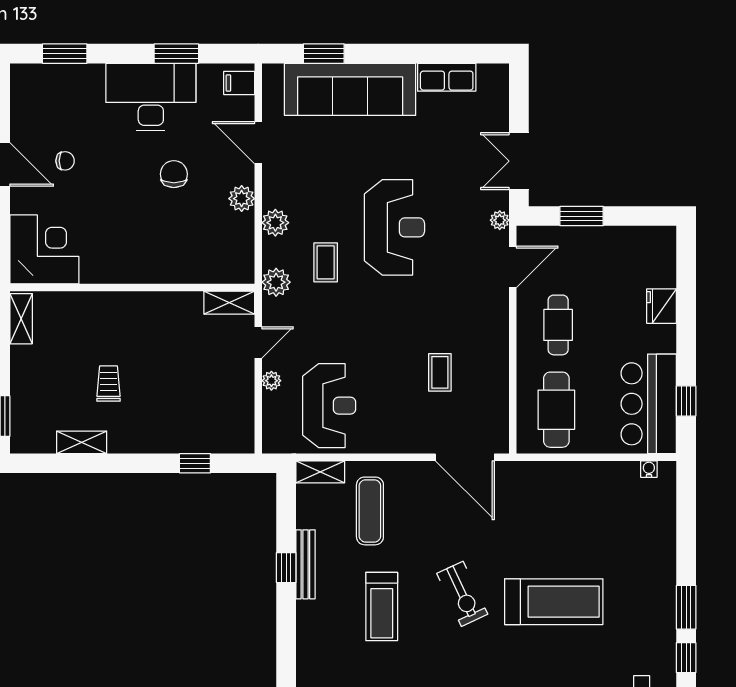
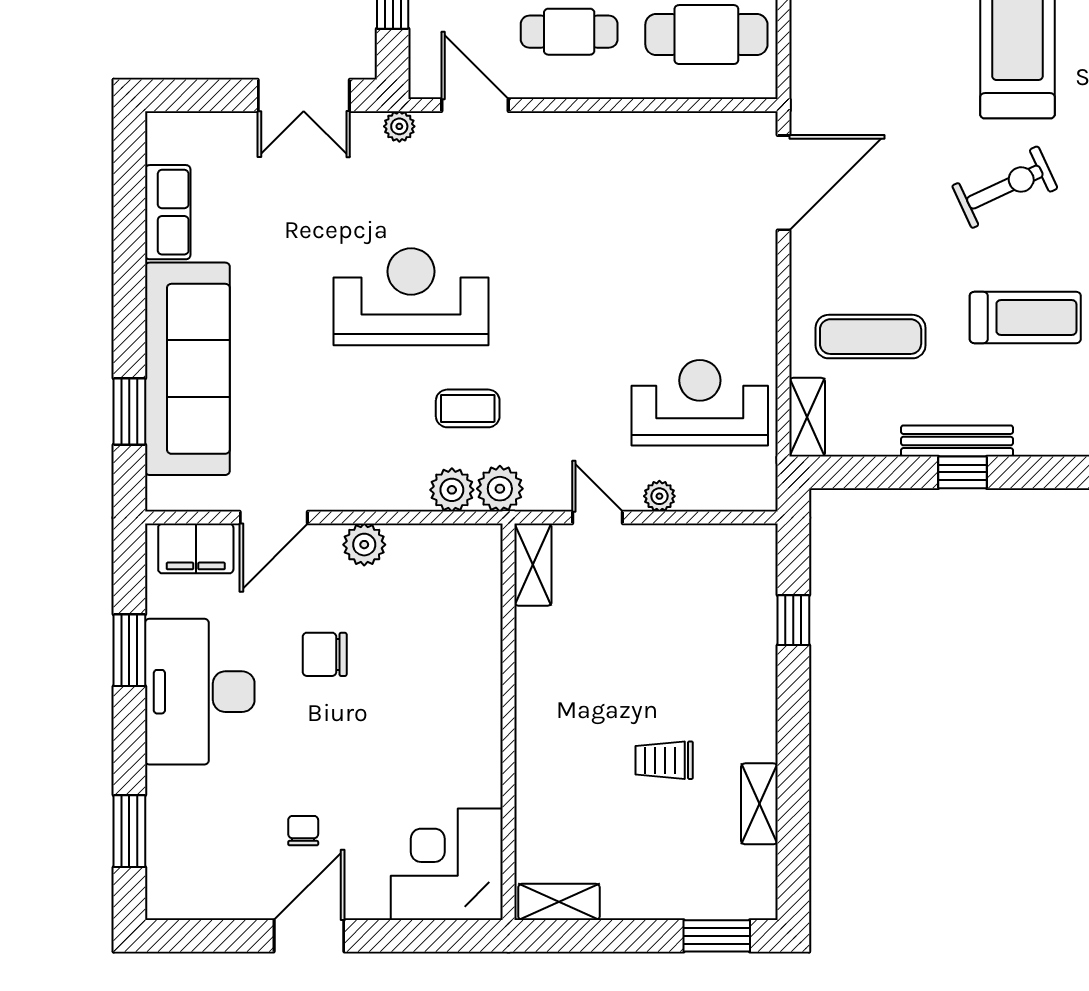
filing cabinet: (239, 83) -> (196, 548), width x2.00
plant: (275, 223) -> (452, 490), moved
coffee table: (440, 372) -> (646, 223), removed

